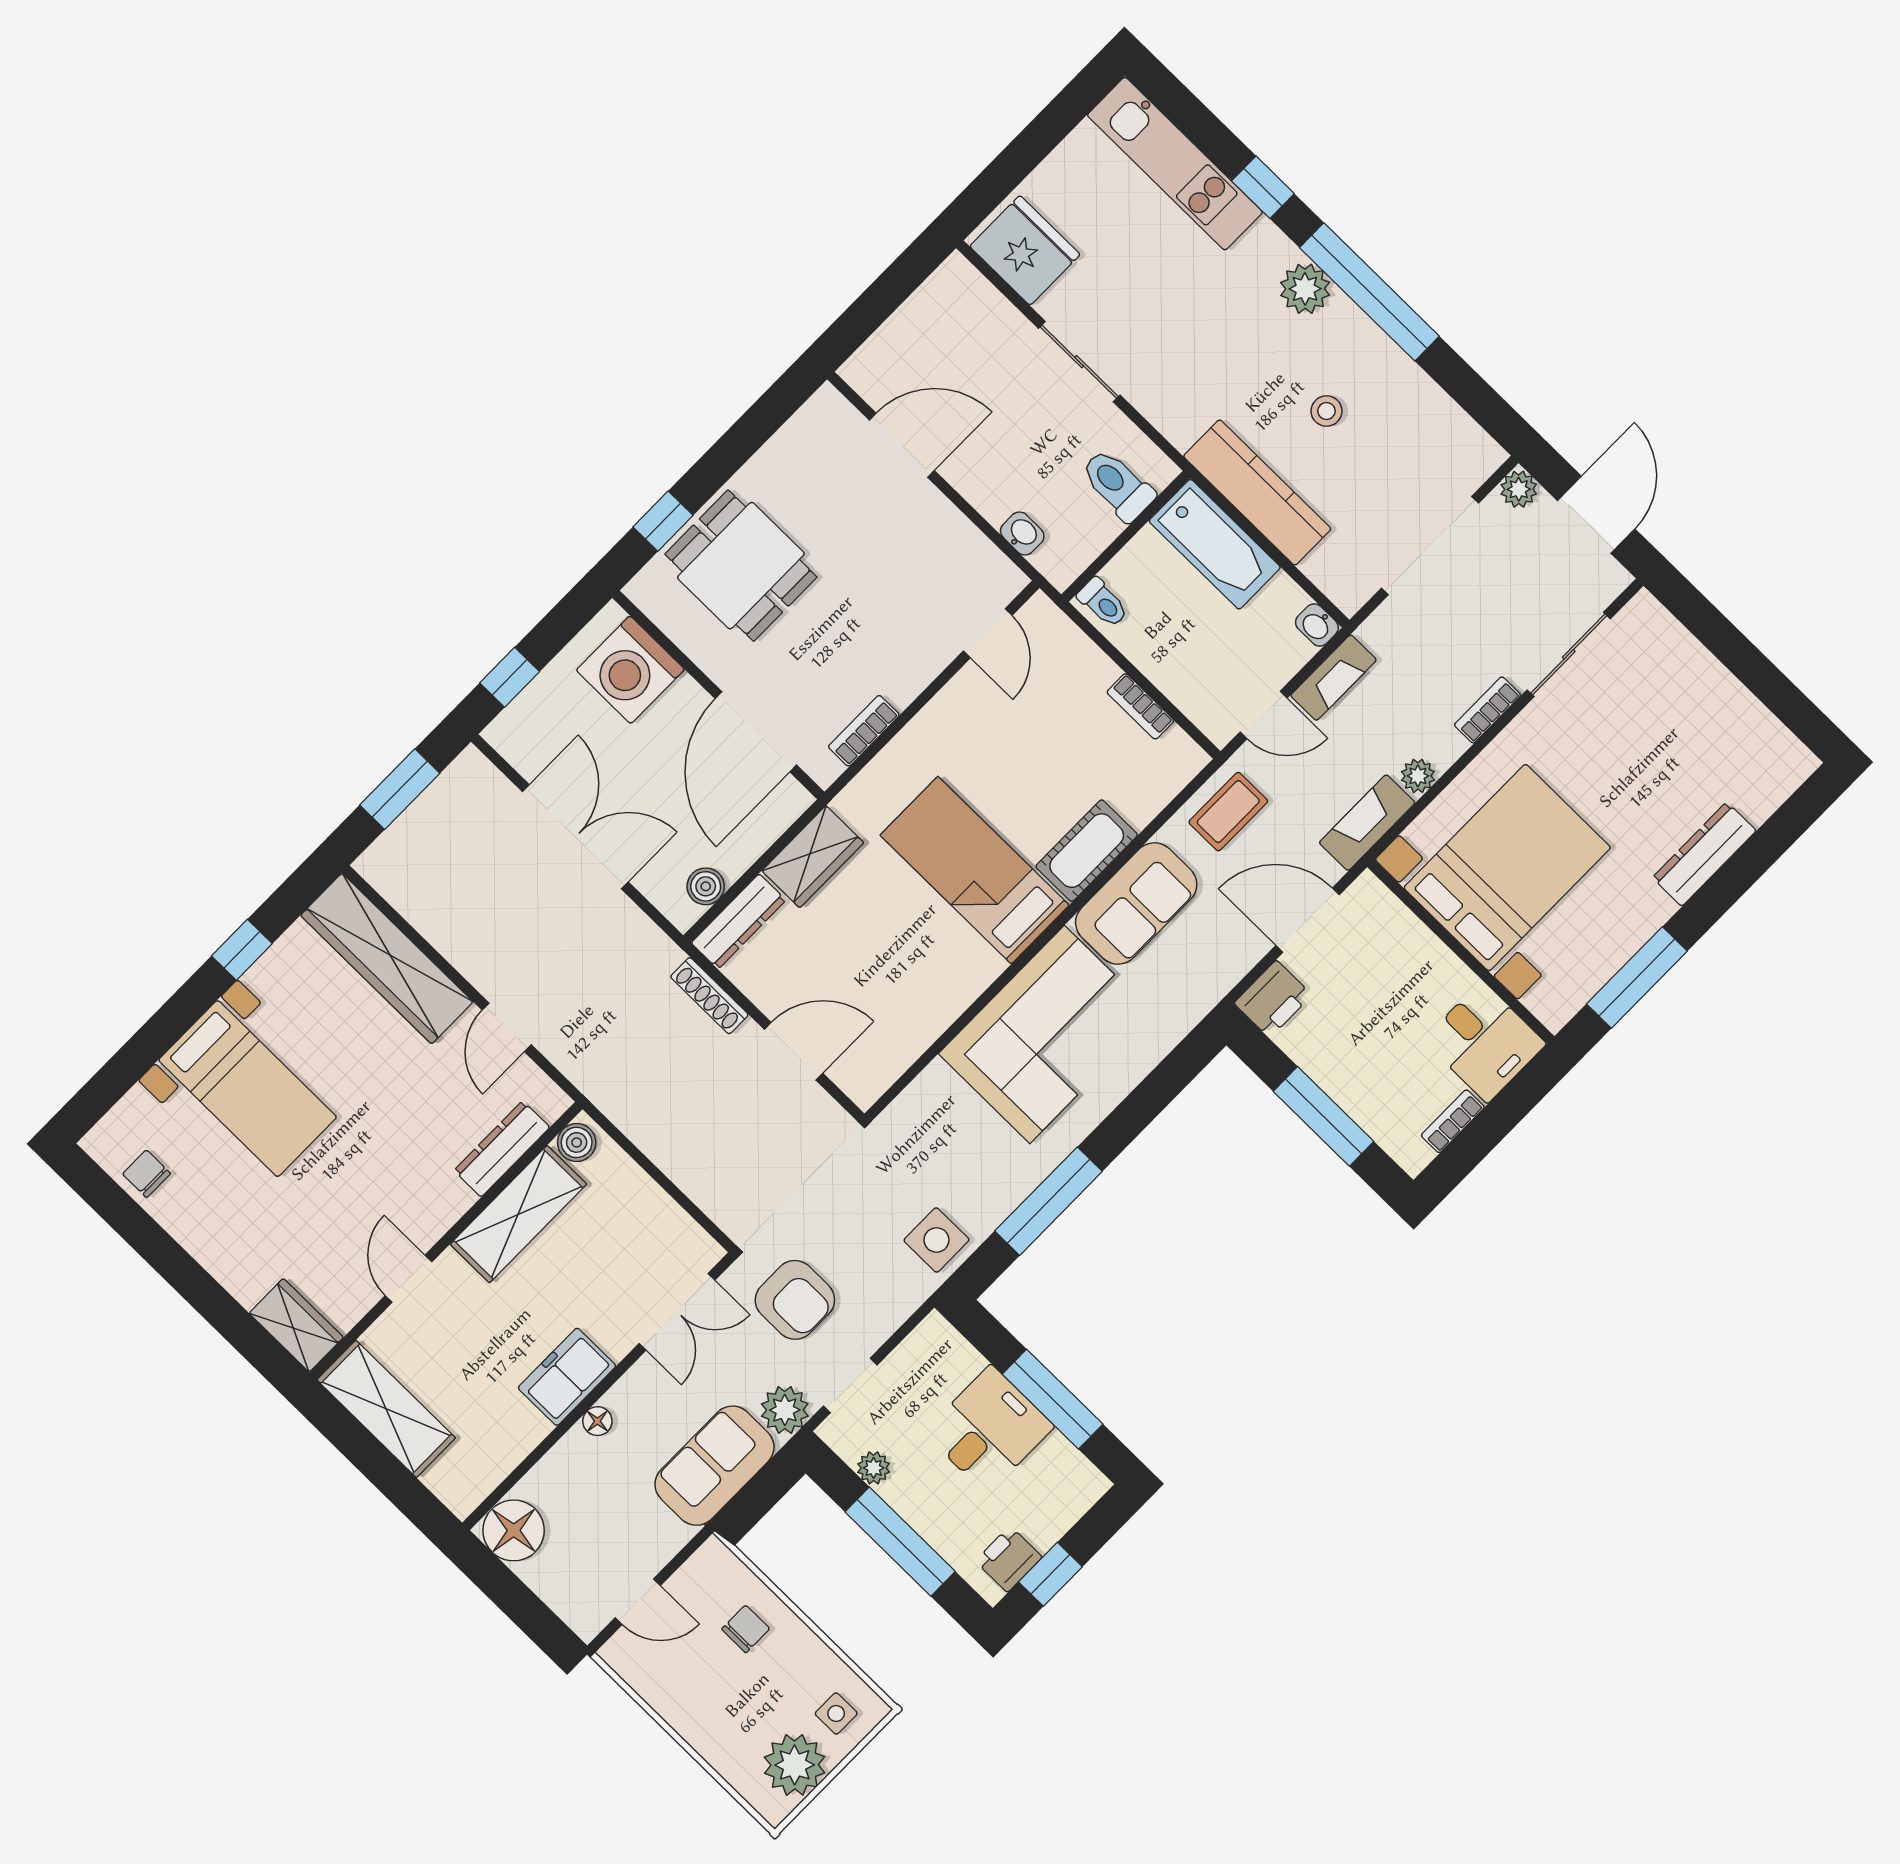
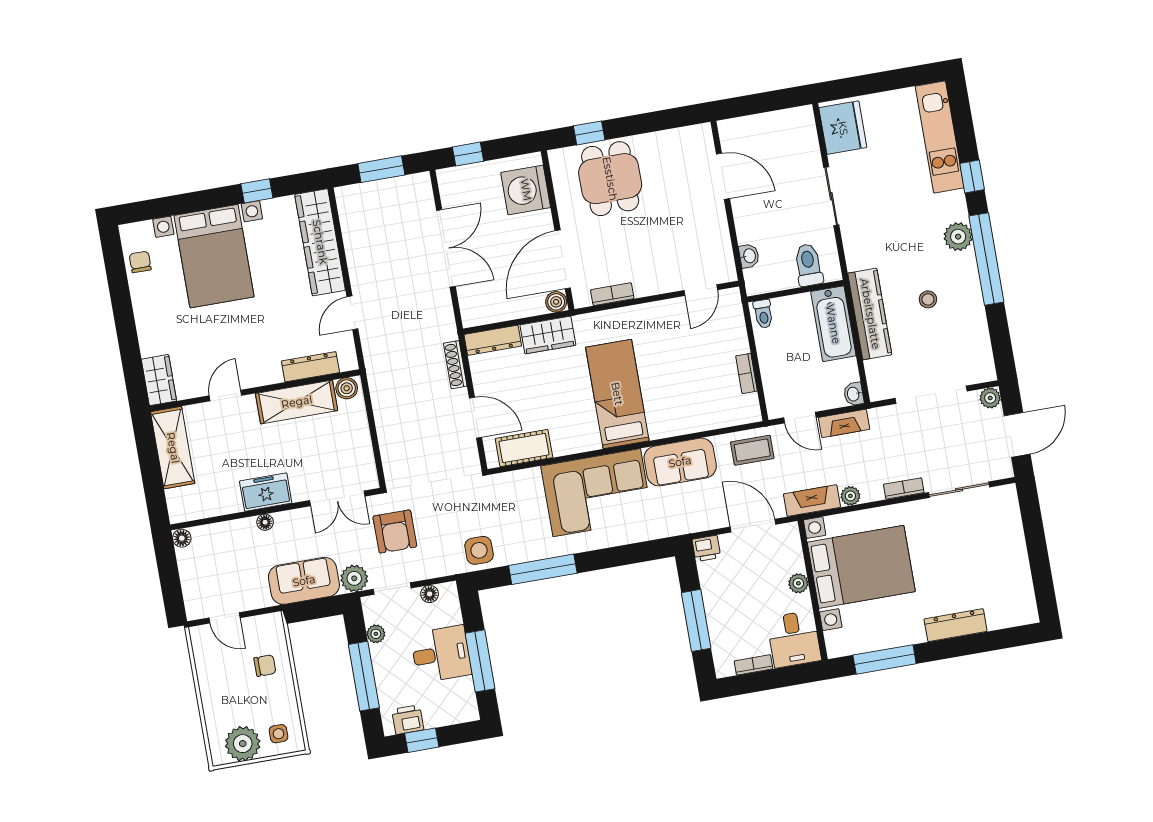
cot: (1087, 851) -> (524, 448), moved
boiler: (706, 886) -> (556, 302), moved
plant: (1433, 957) -> (798, 583), added
printer: (1273, 999) -> (706, 548), width x0.73, depth x0.81
bed with nightstands: (248, 1089) -> (214, 256), width x1.36
floor lamp: (910, 1354) -> (430, 594), added
floor lamp: (514, 1530) -> (182, 538), width x0.53, depth x0.53

